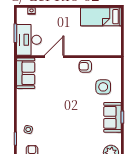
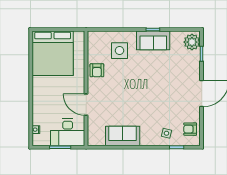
bed: (101, 17) -> (53, 53), width x2.04
sofa: (26, 73) -> (123, 136), moved

